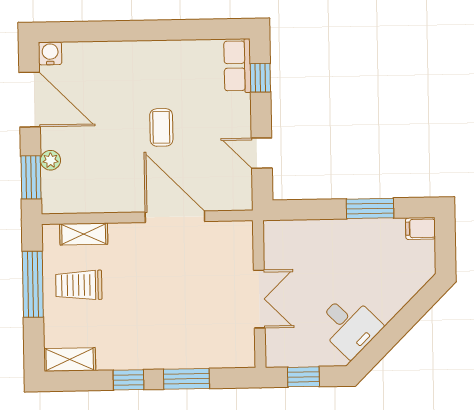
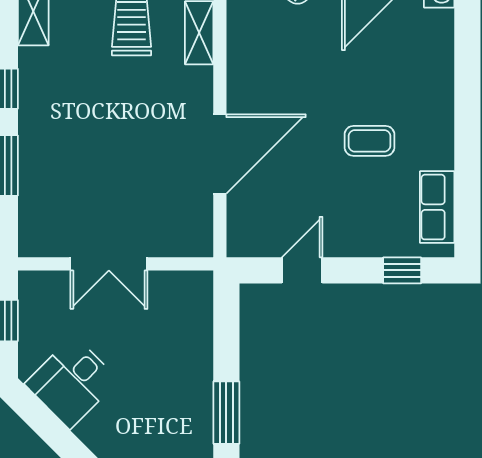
row of seats: (237, 66) -> (437, 207), moved, turned -90
coffee table: (161, 127) -> (369, 141), moved

